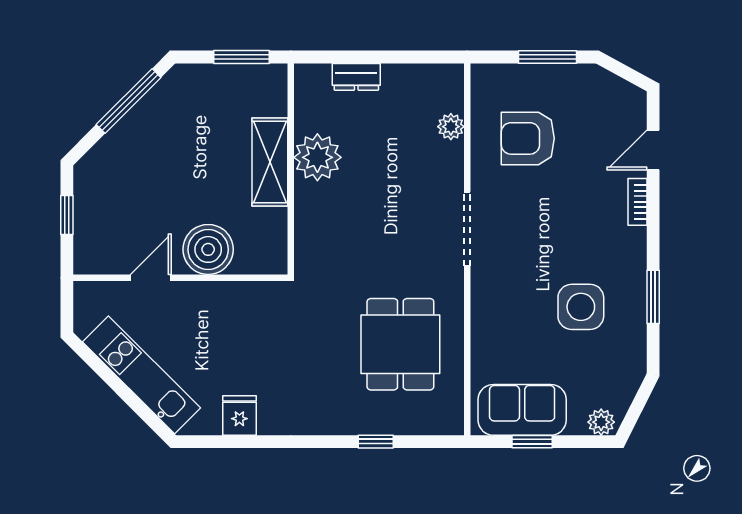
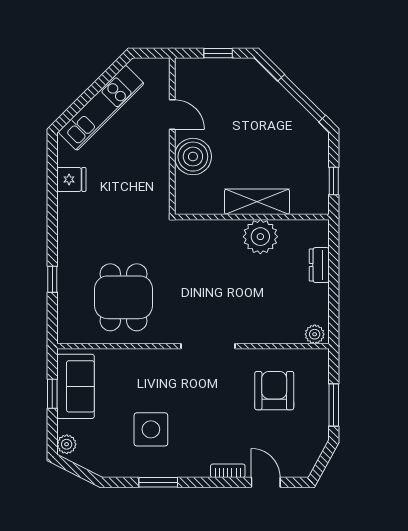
window: (241, 57) -> (334, 181), width x0.67
plant: (451, 127) -> (315, 334), moved
dining table: (400, 344) -> (124, 297), turned 90

